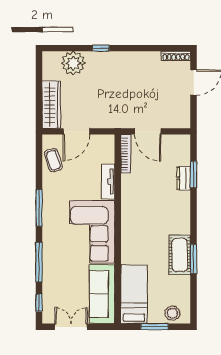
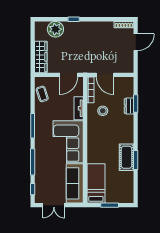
door: (76, 131) -> (69, 75), moved
stool: (172, 313) -> (103, 111), moved
double door: (71, 327) -> (54, 205), swing flipped

